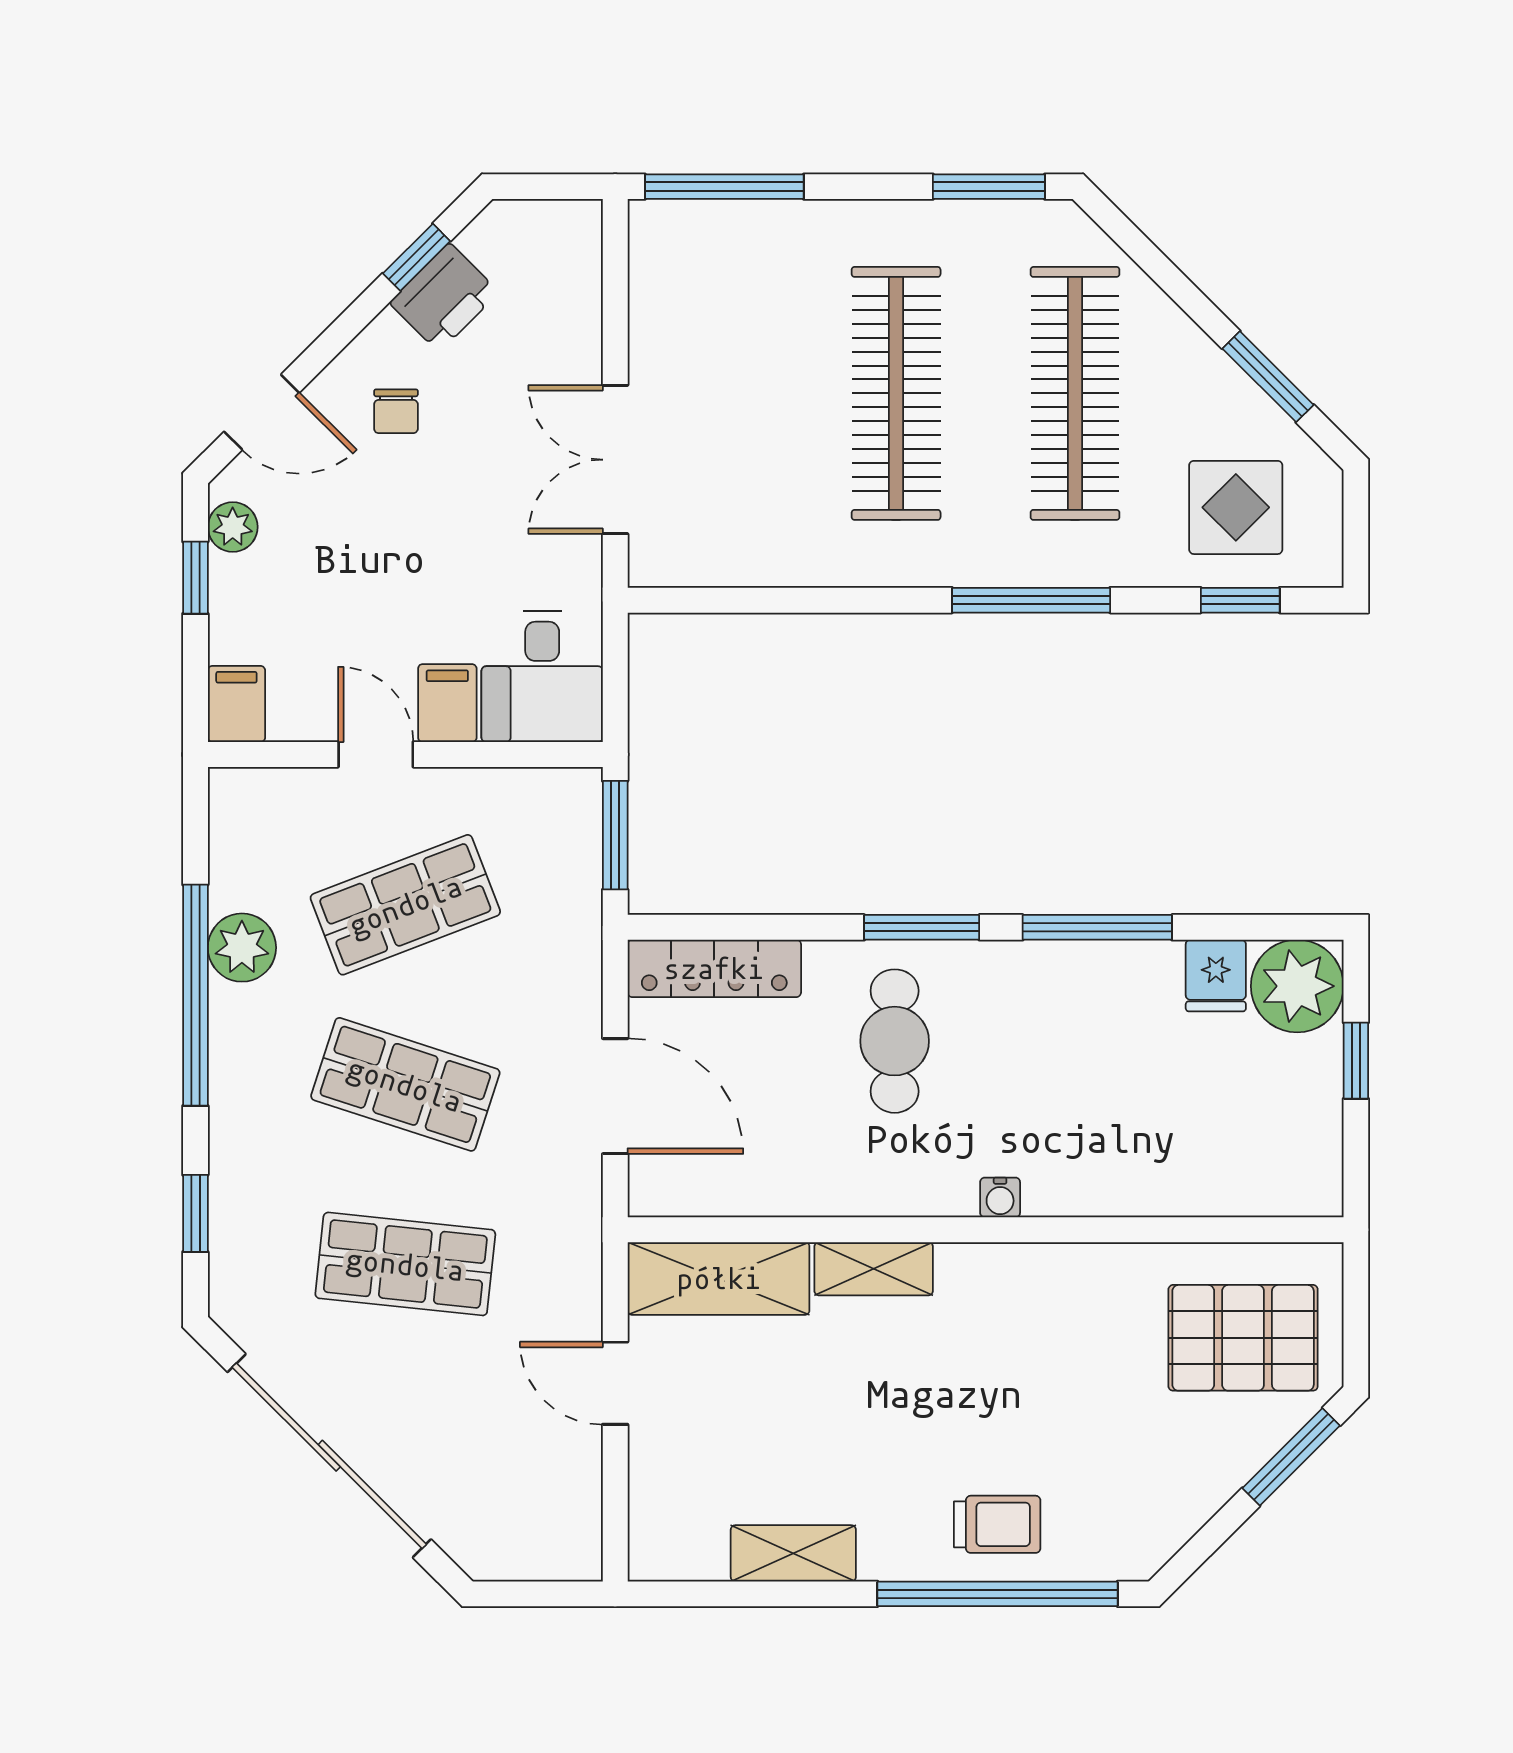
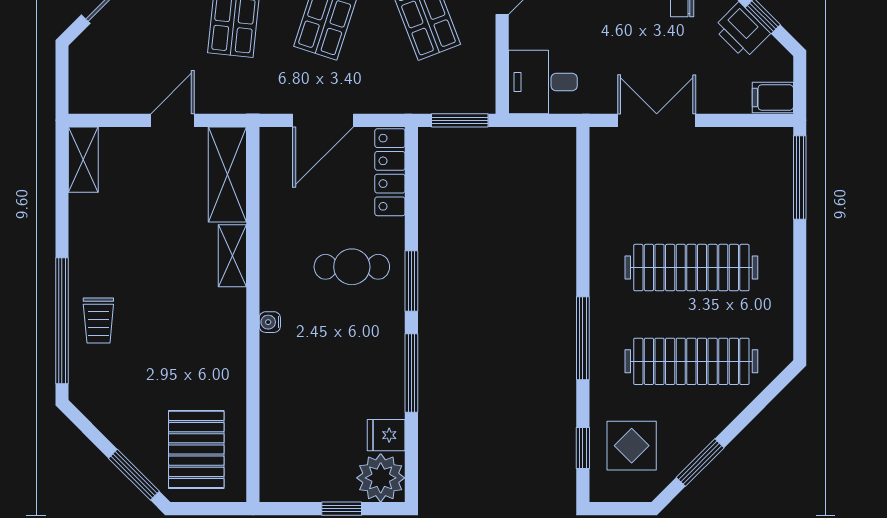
window: (989, 187) -> (800, 316), removed
filing cabinet: (447, 703) -> (773, 98), moved, turned 180
shelving: (793, 1553) -> (83, 160), moved

